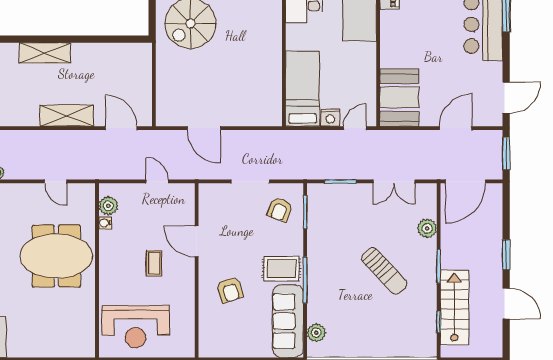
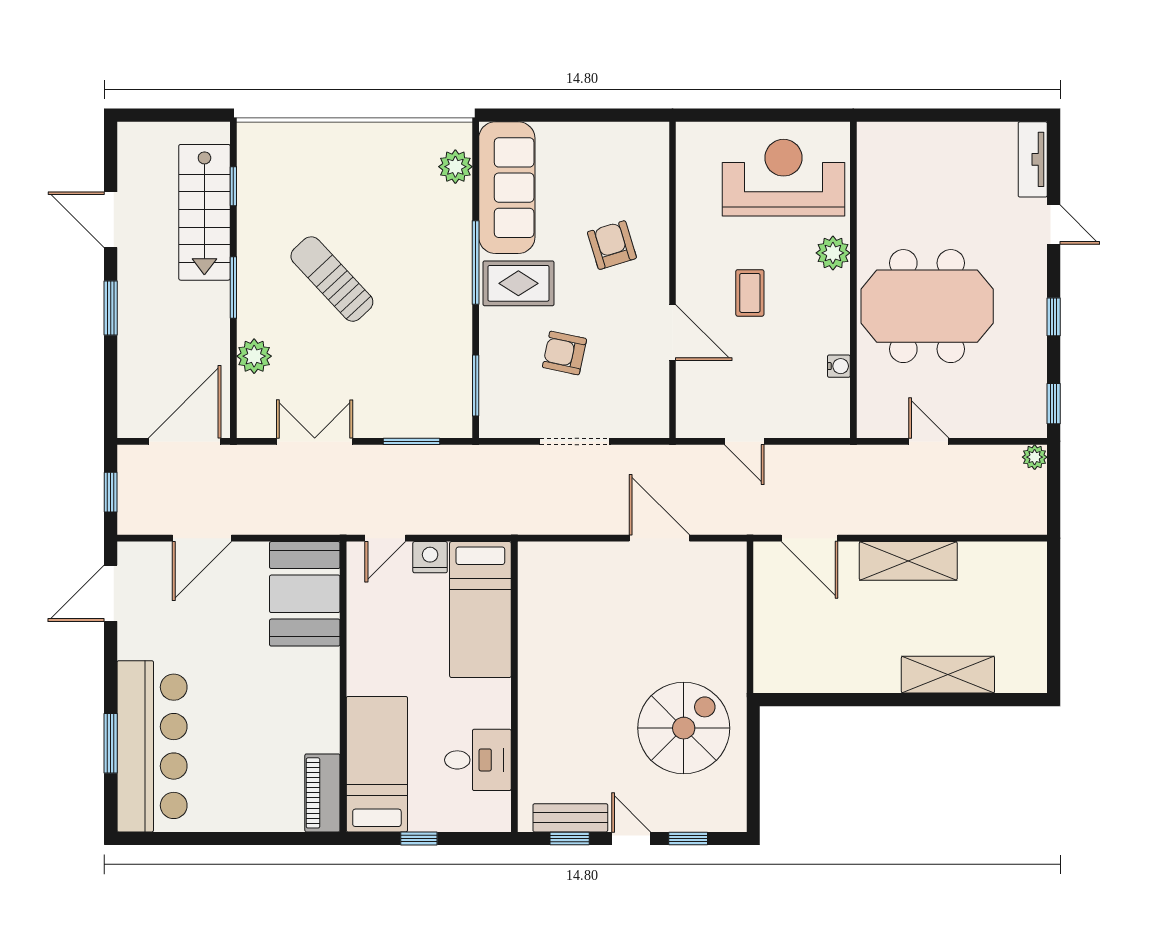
window: (506, 154) -> (111, 492), width x0.67
plant: (108, 206) -> (833, 253), moved
armchair: (280, 209) -> (564, 353), moved, turned -100

